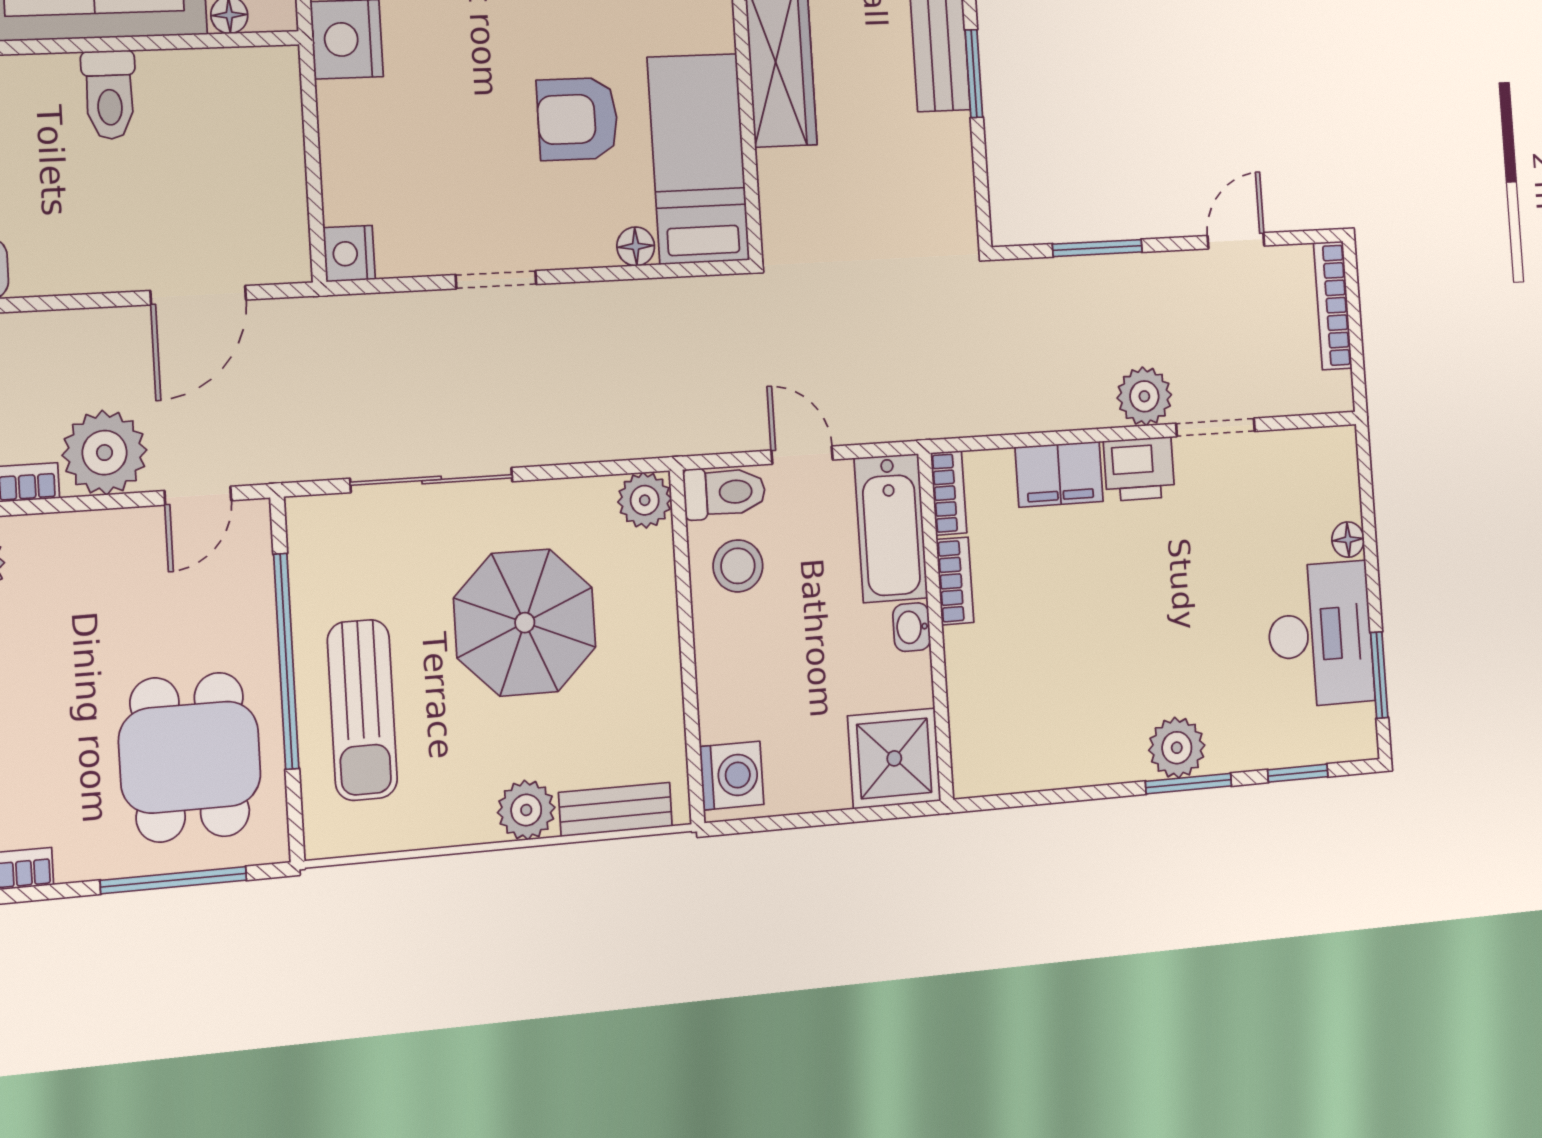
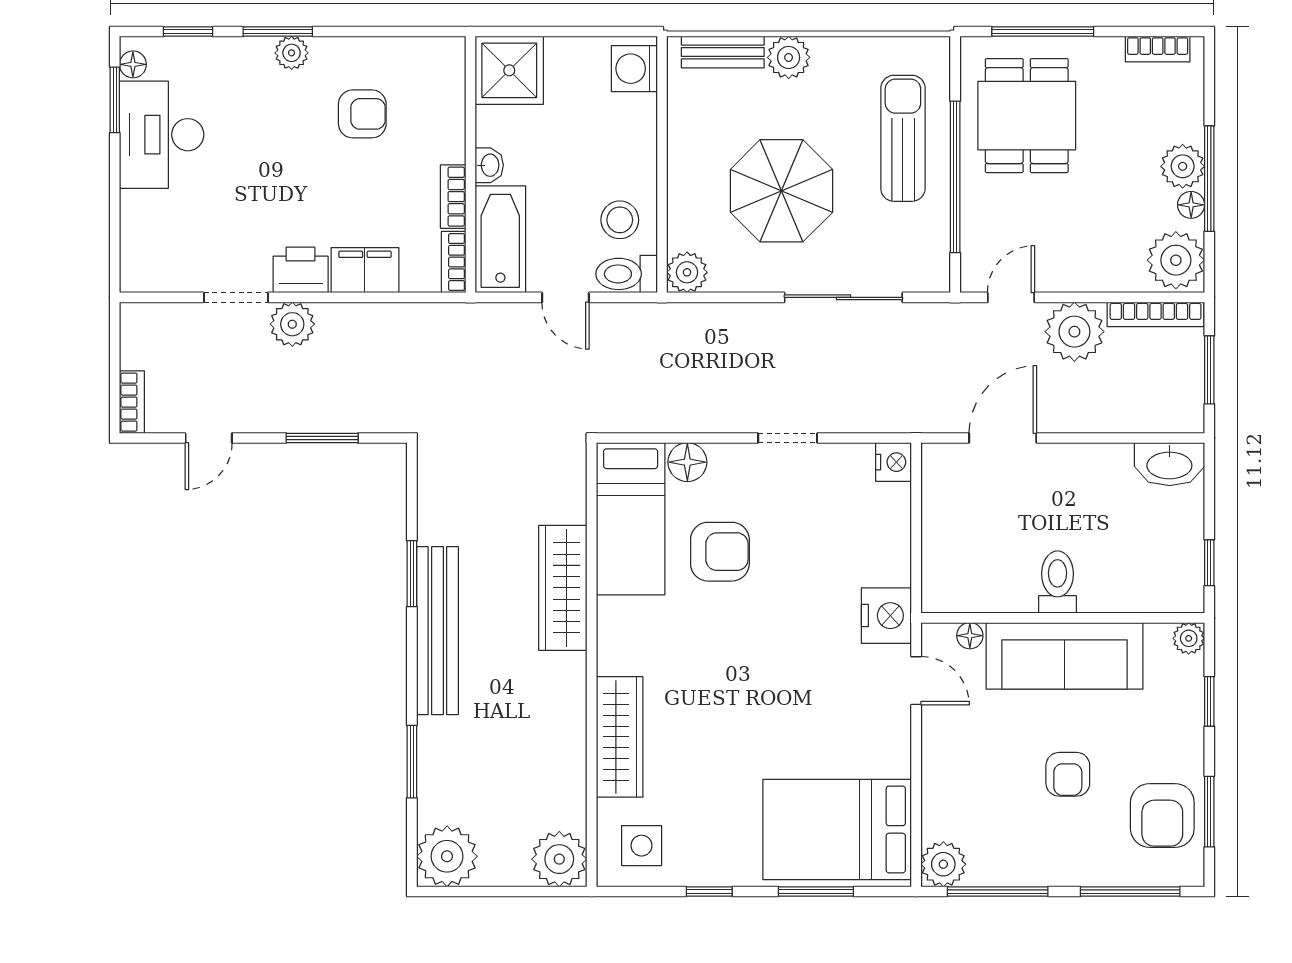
floor lamp: (636, 246) -> (687, 462), width x1.37, depth x1.37
bookcase: (1333, 305) -> (132, 402), width x0.64
floor lamp: (1348, 540) -> (133, 64), moved
armchair: (1077, 683) -> (362, 114), added
plant: (1177, 748) -> (292, 53), width x0.73, depth x0.73

